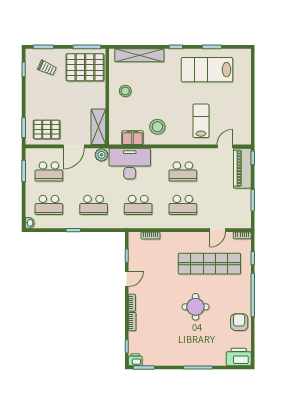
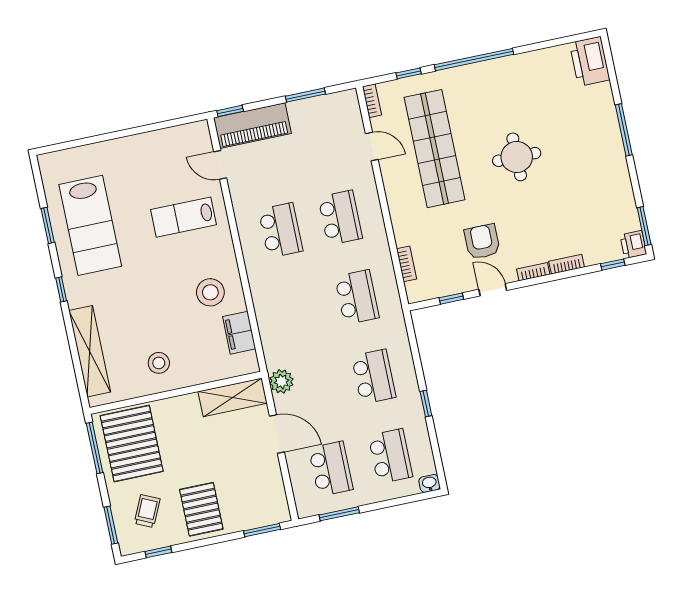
pallet: (47, 129) -> (201, 509), moved
desk: (130, 164) -> (286, 328), removed
armchair: (239, 322) -> (482, 242), moved, turned 90

